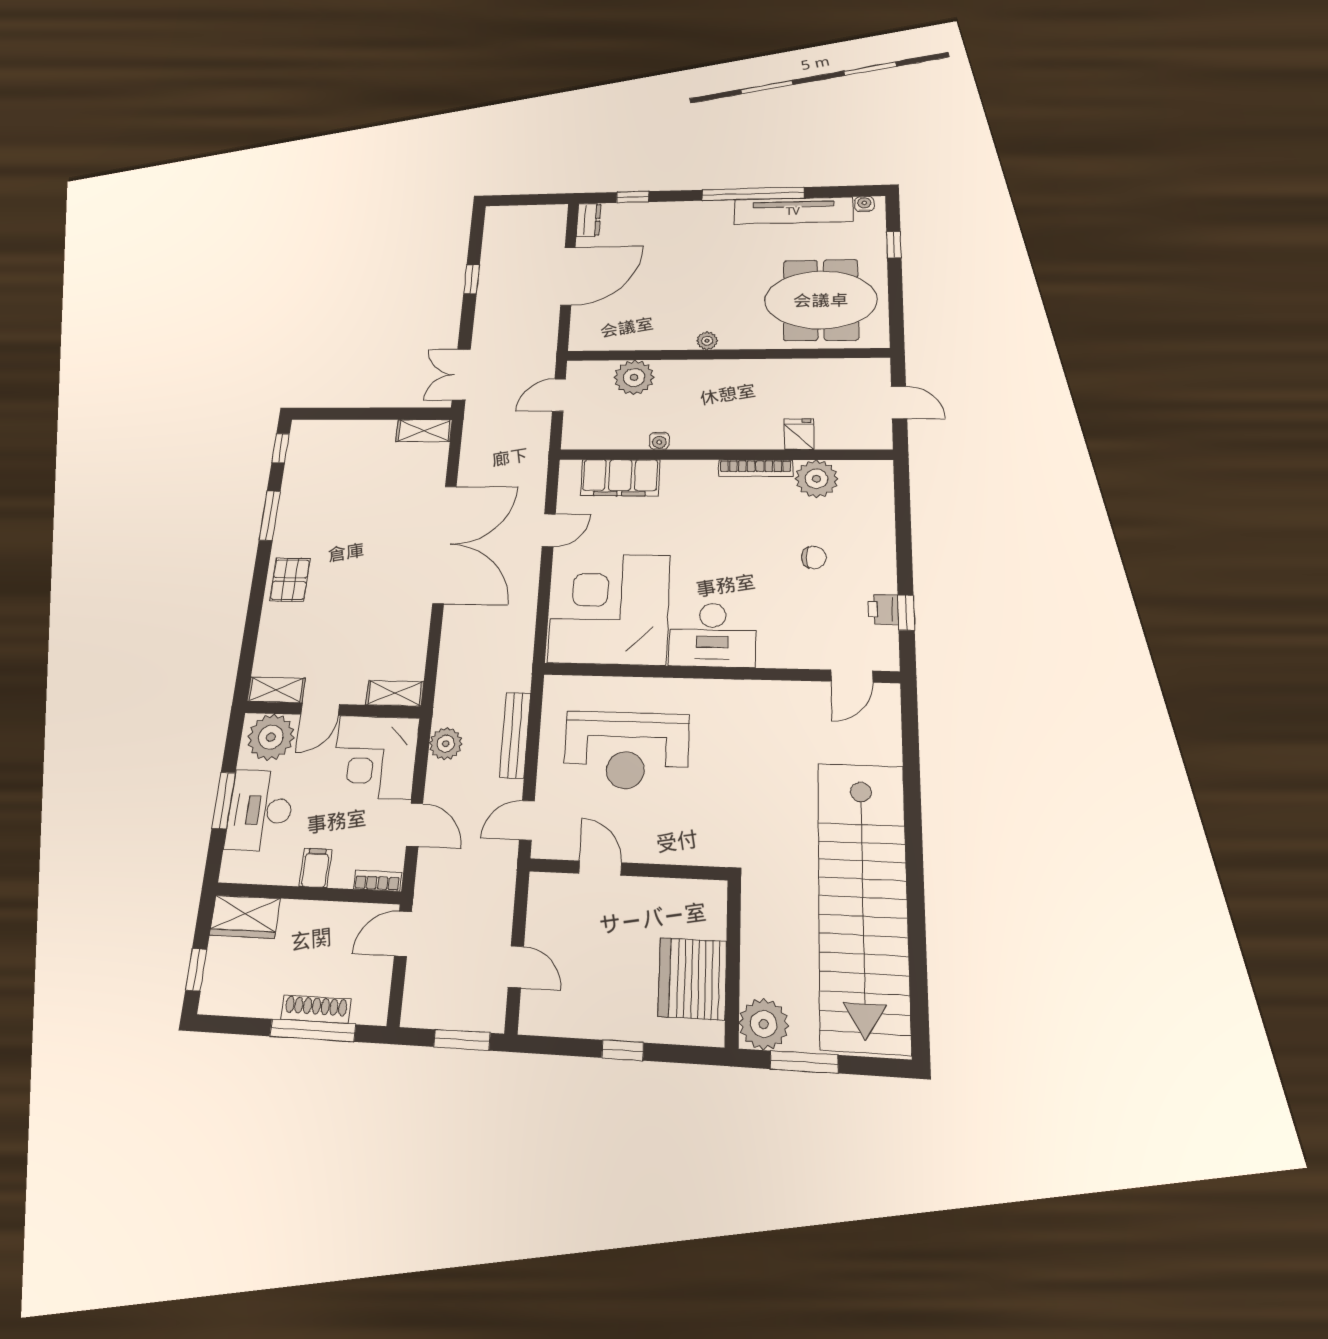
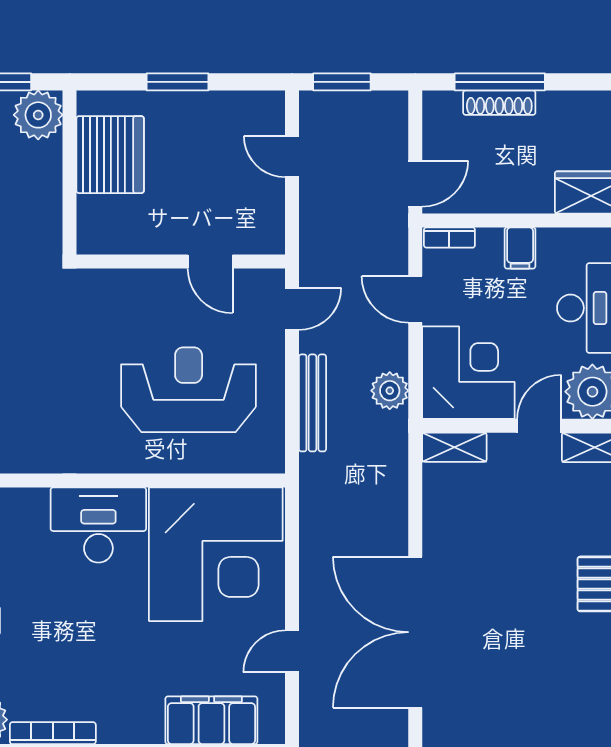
window: (623, 1050) -> (178, 82), width x1.50

